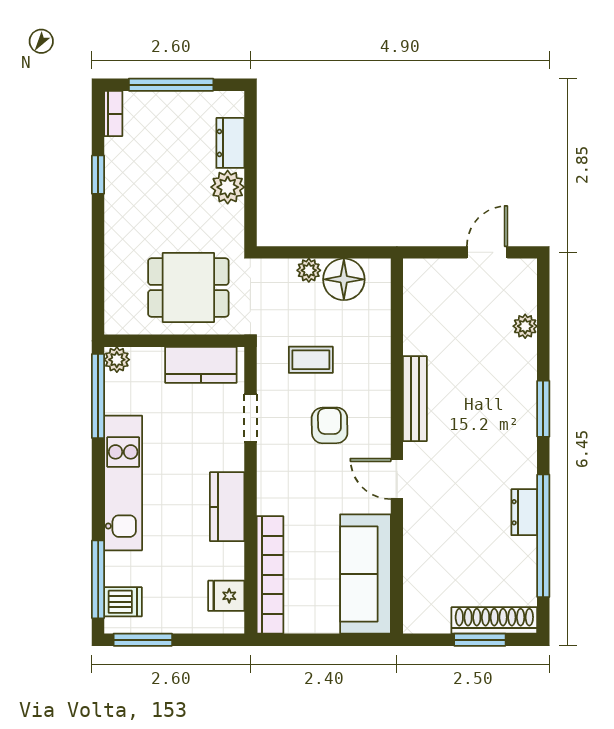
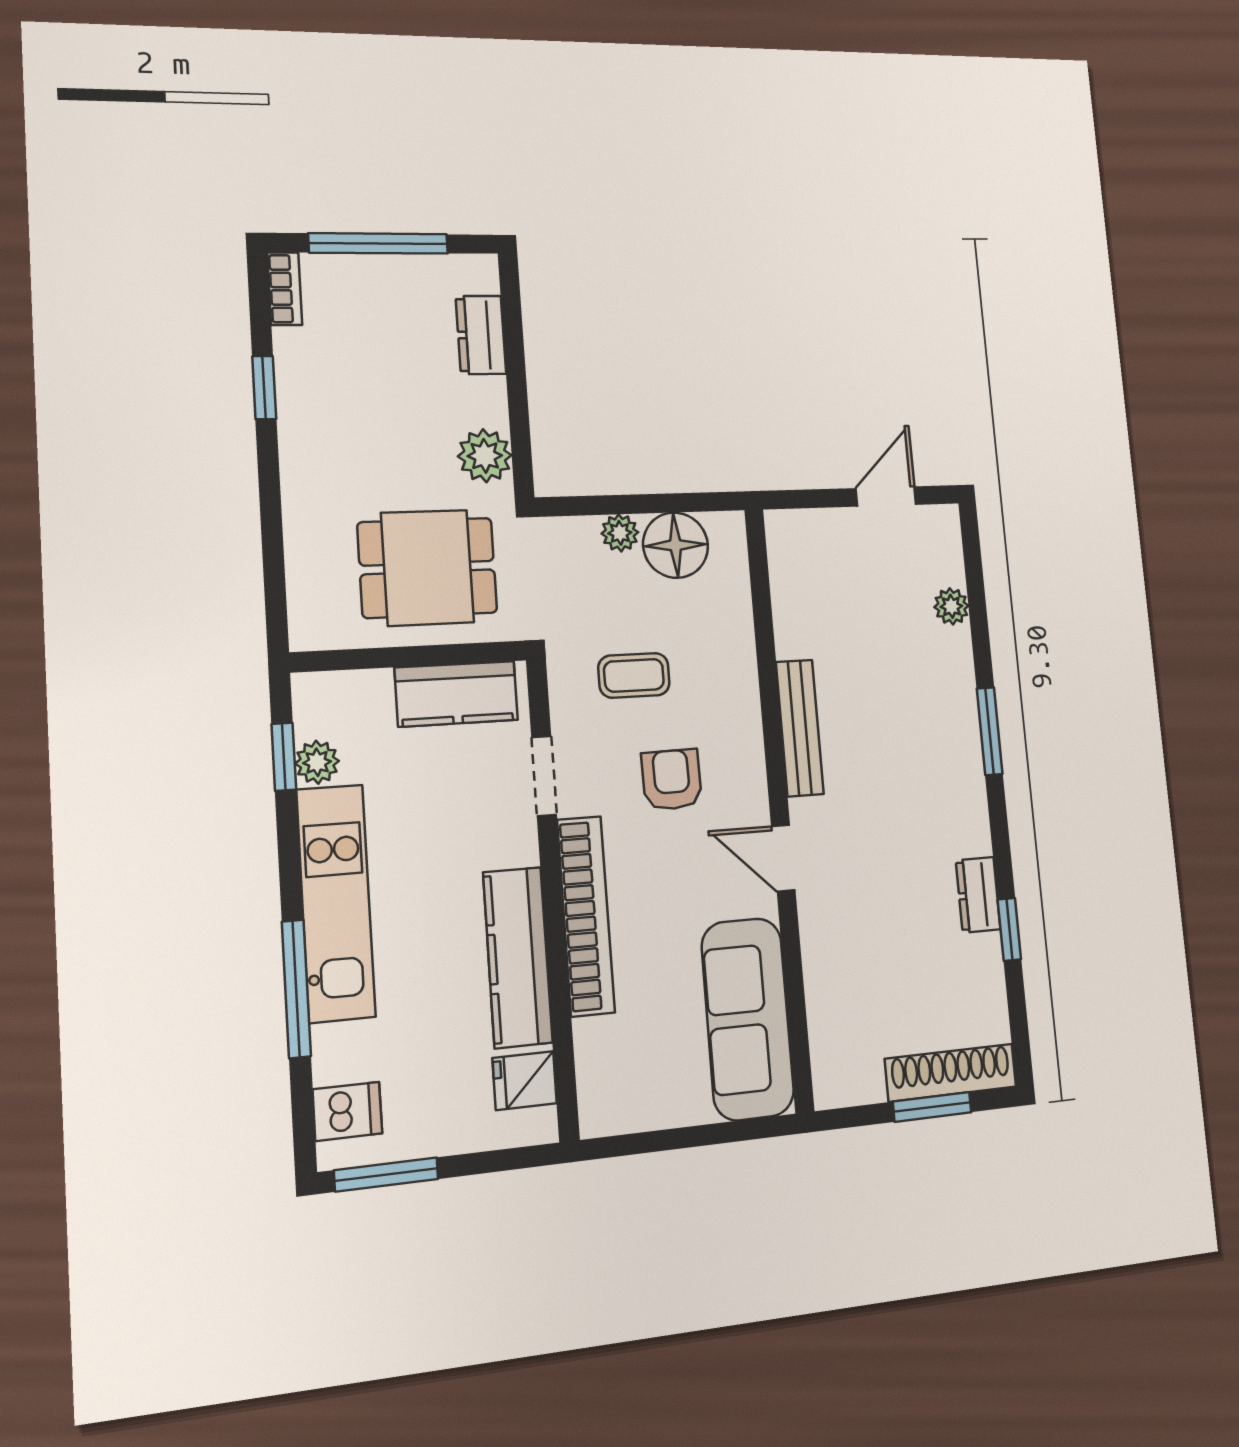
plant: (228, 187) -> (485, 456), moved
plant: (117, 360) -> (317, 762), moved
window: (98, 396) -> (284, 757), width x0.46
kitchen counter: (227, 507) -> (518, 957), width x1.50
window: (543, 536) -> (1009, 929), width x0.32
bookcase: (270, 575) -> (586, 916), moved
window: (98, 579) -> (296, 989), moved

